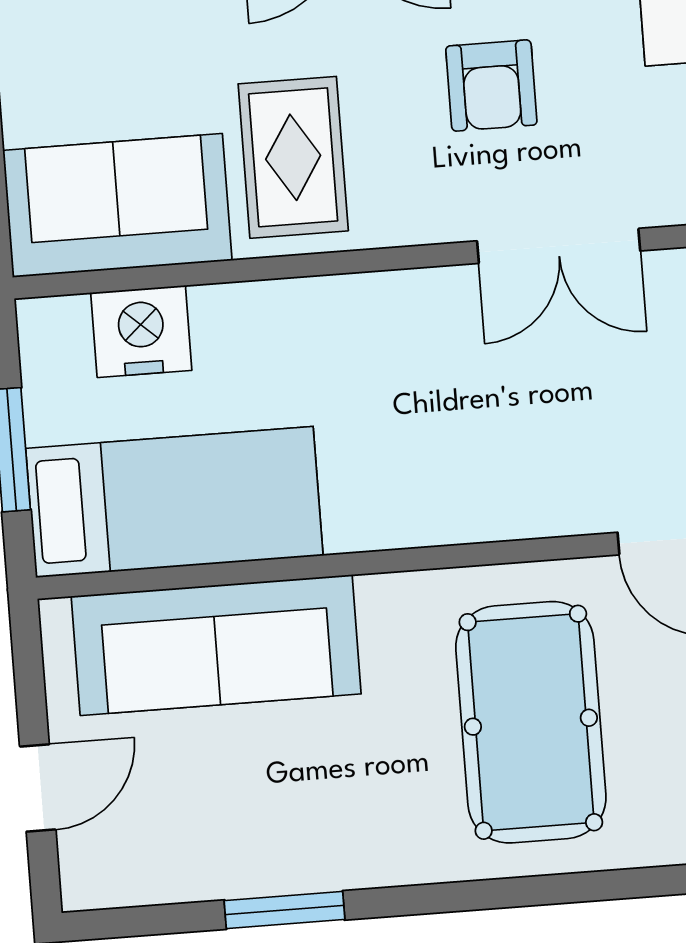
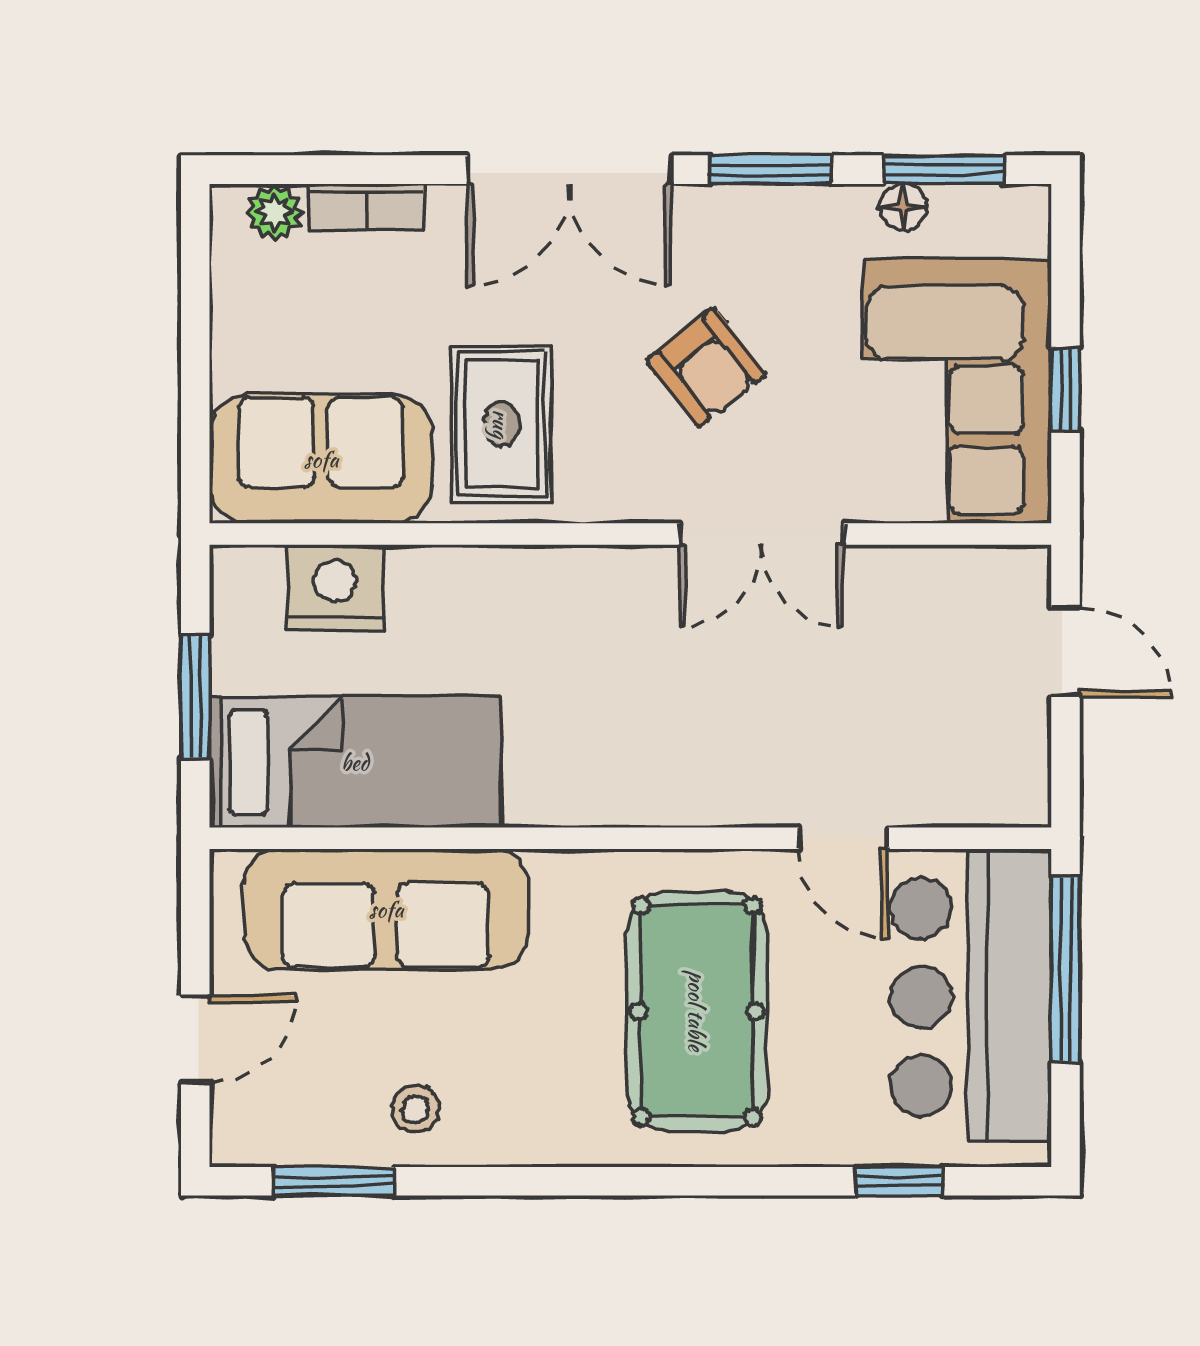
armchair: (491, 86) -> (706, 367), turned -38
stool: (261, 840) -> (416, 1109), added
window: (284, 910) -> (334, 1181), moved

